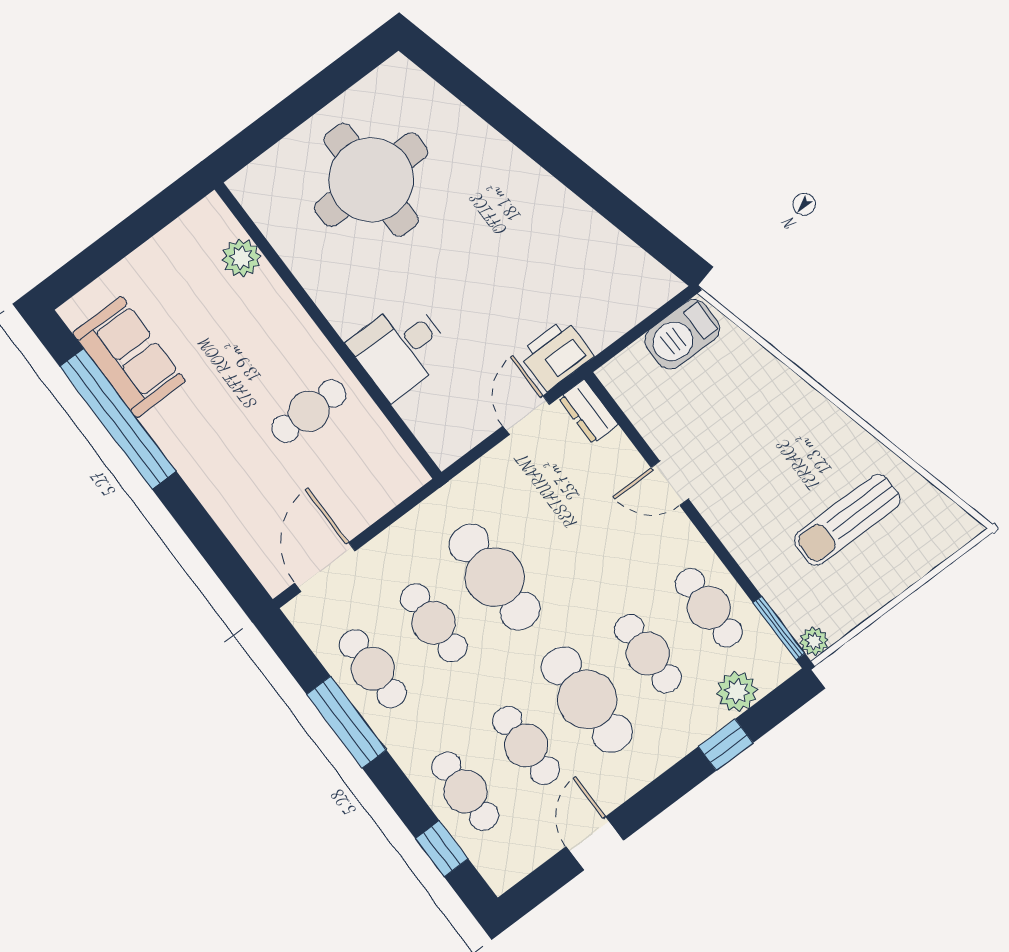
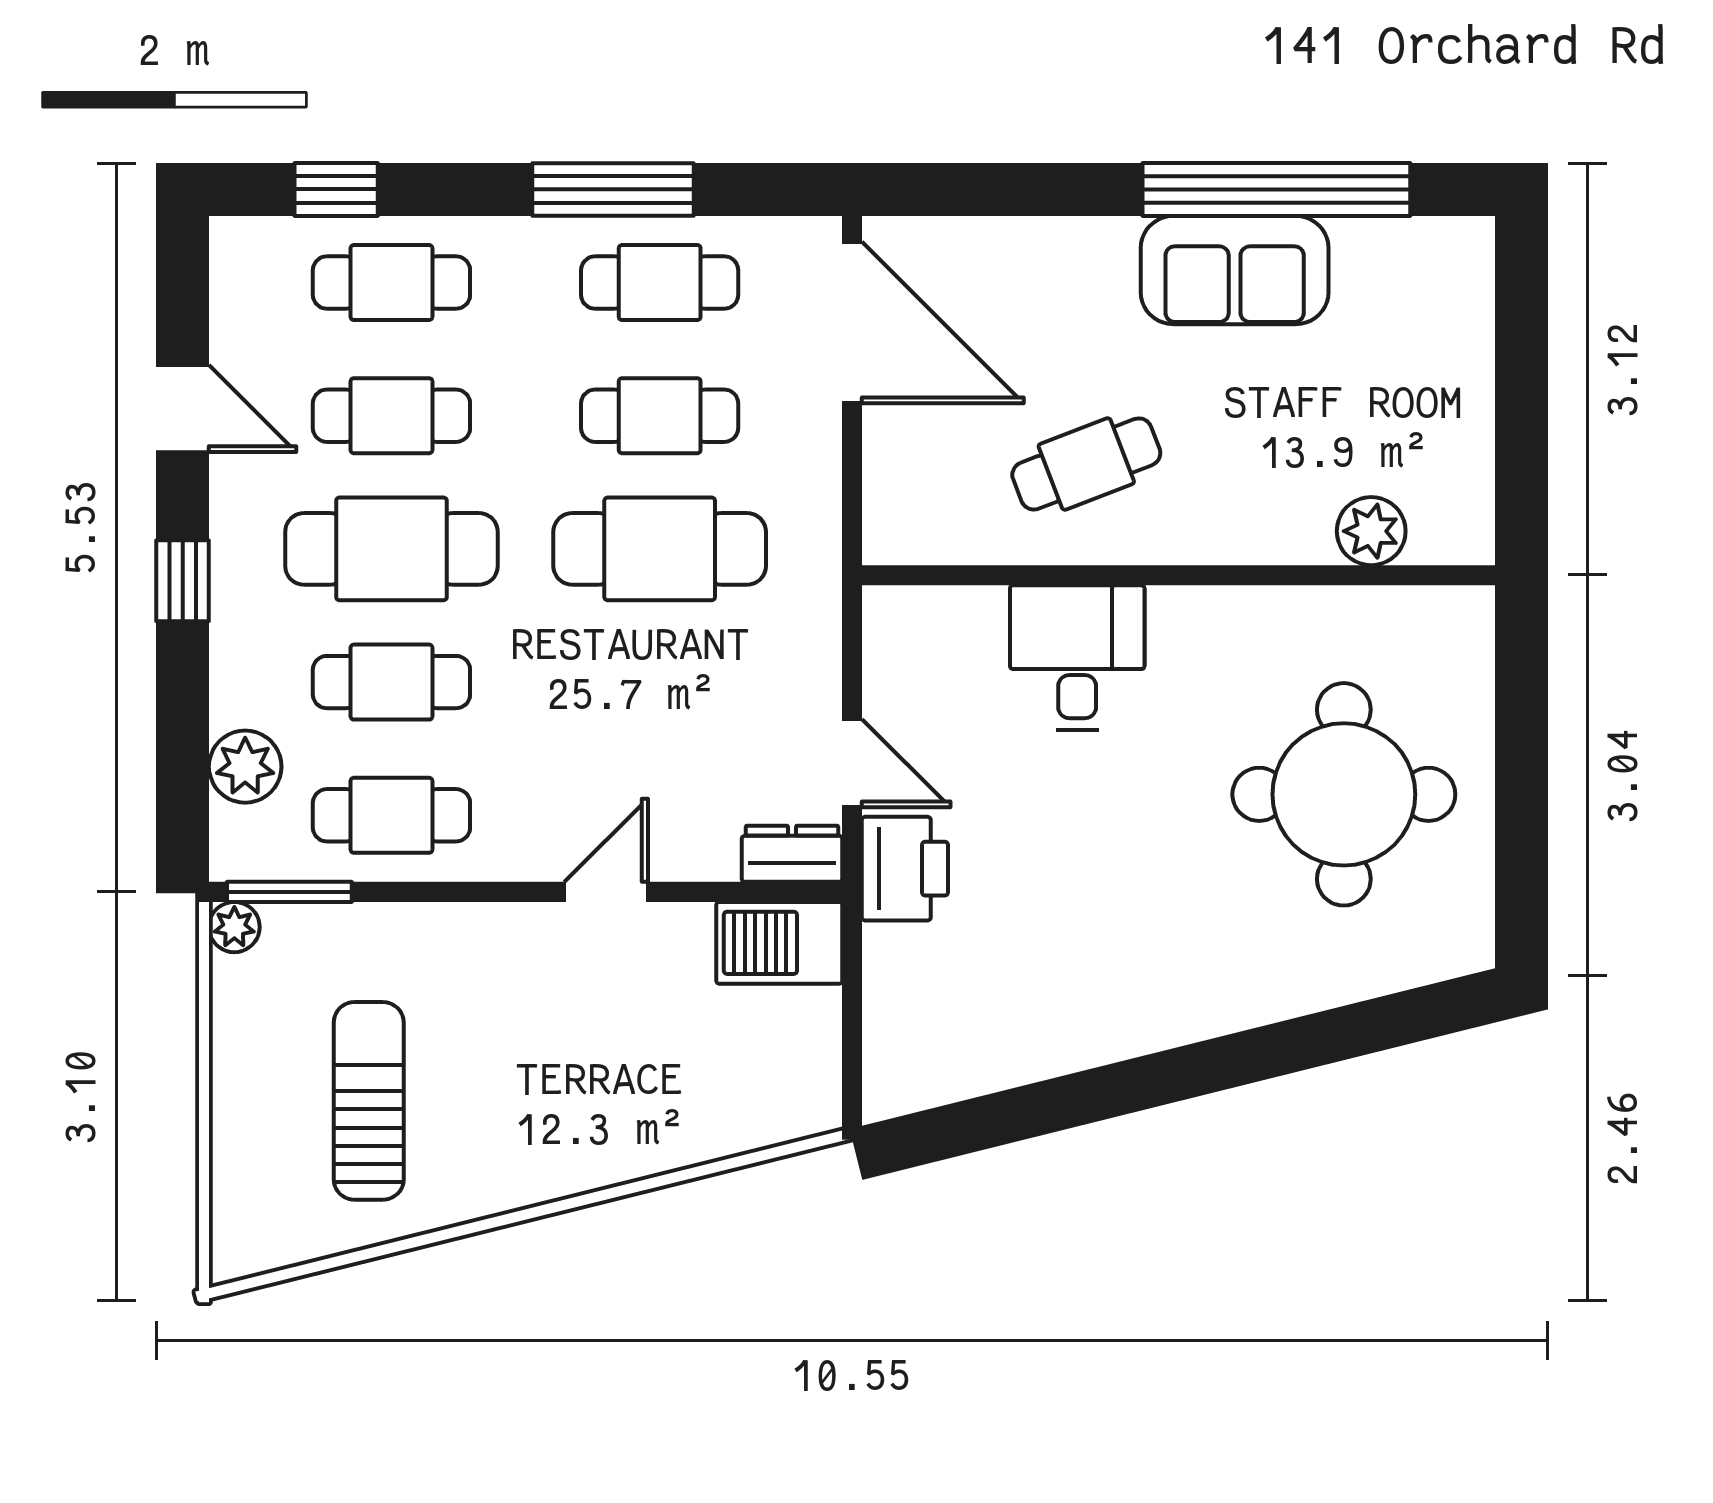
barbecue: (682, 334) -> (779, 943), moved, turned -90
sofa: (129, 357) -> (1235, 270), moved
cafe table: (309, 411) -> (1086, 464), turned 69
door: (325, 567) -> (852, 323), width x1.36
window: (726, 745) -> (183, 581), moved

